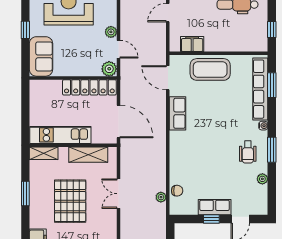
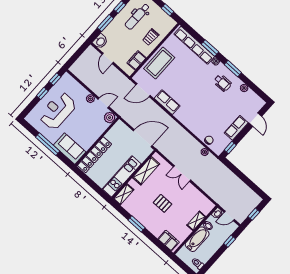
window: (25, 30) -> (48, 144), width x2.17
trolley: (229, 37) -> (151, 37), added
window: (272, 85) -> (210, 48), moved
locker: (89, 87) -> (94, 155), moved
pallet: (70, 201) -> (163, 203), width x0.49, depth x0.50
window: (211, 219) -> (230, 147), moved

